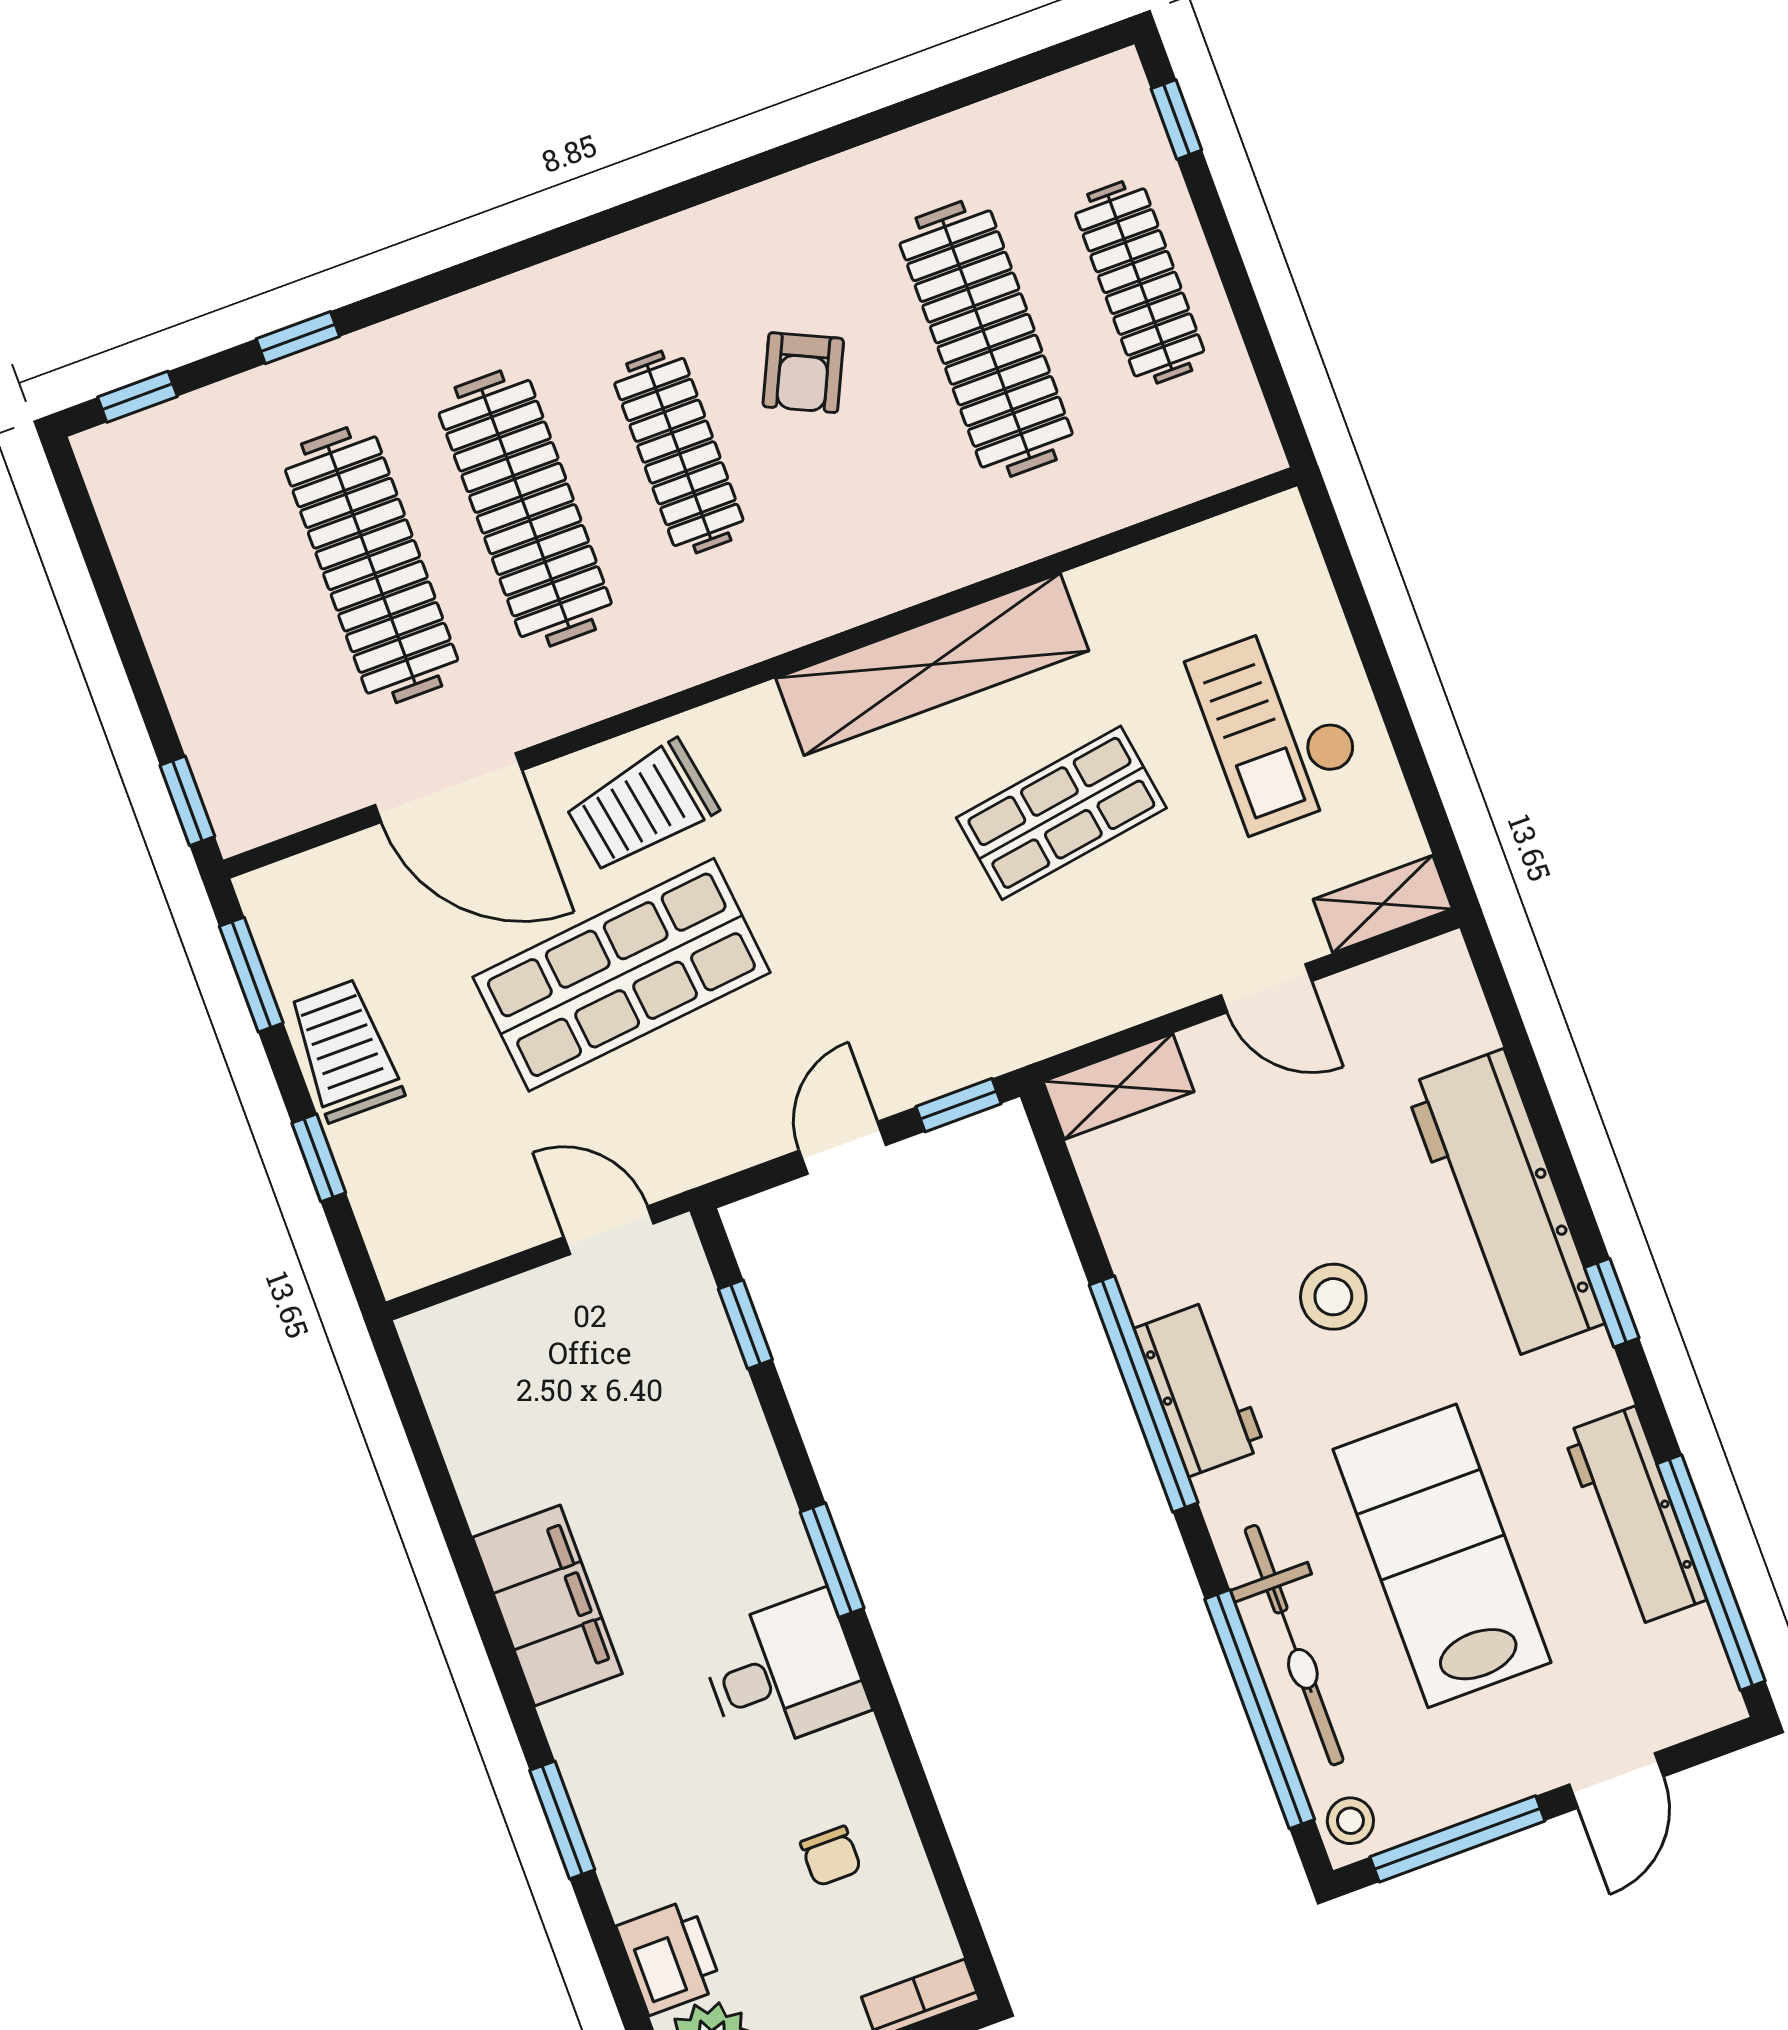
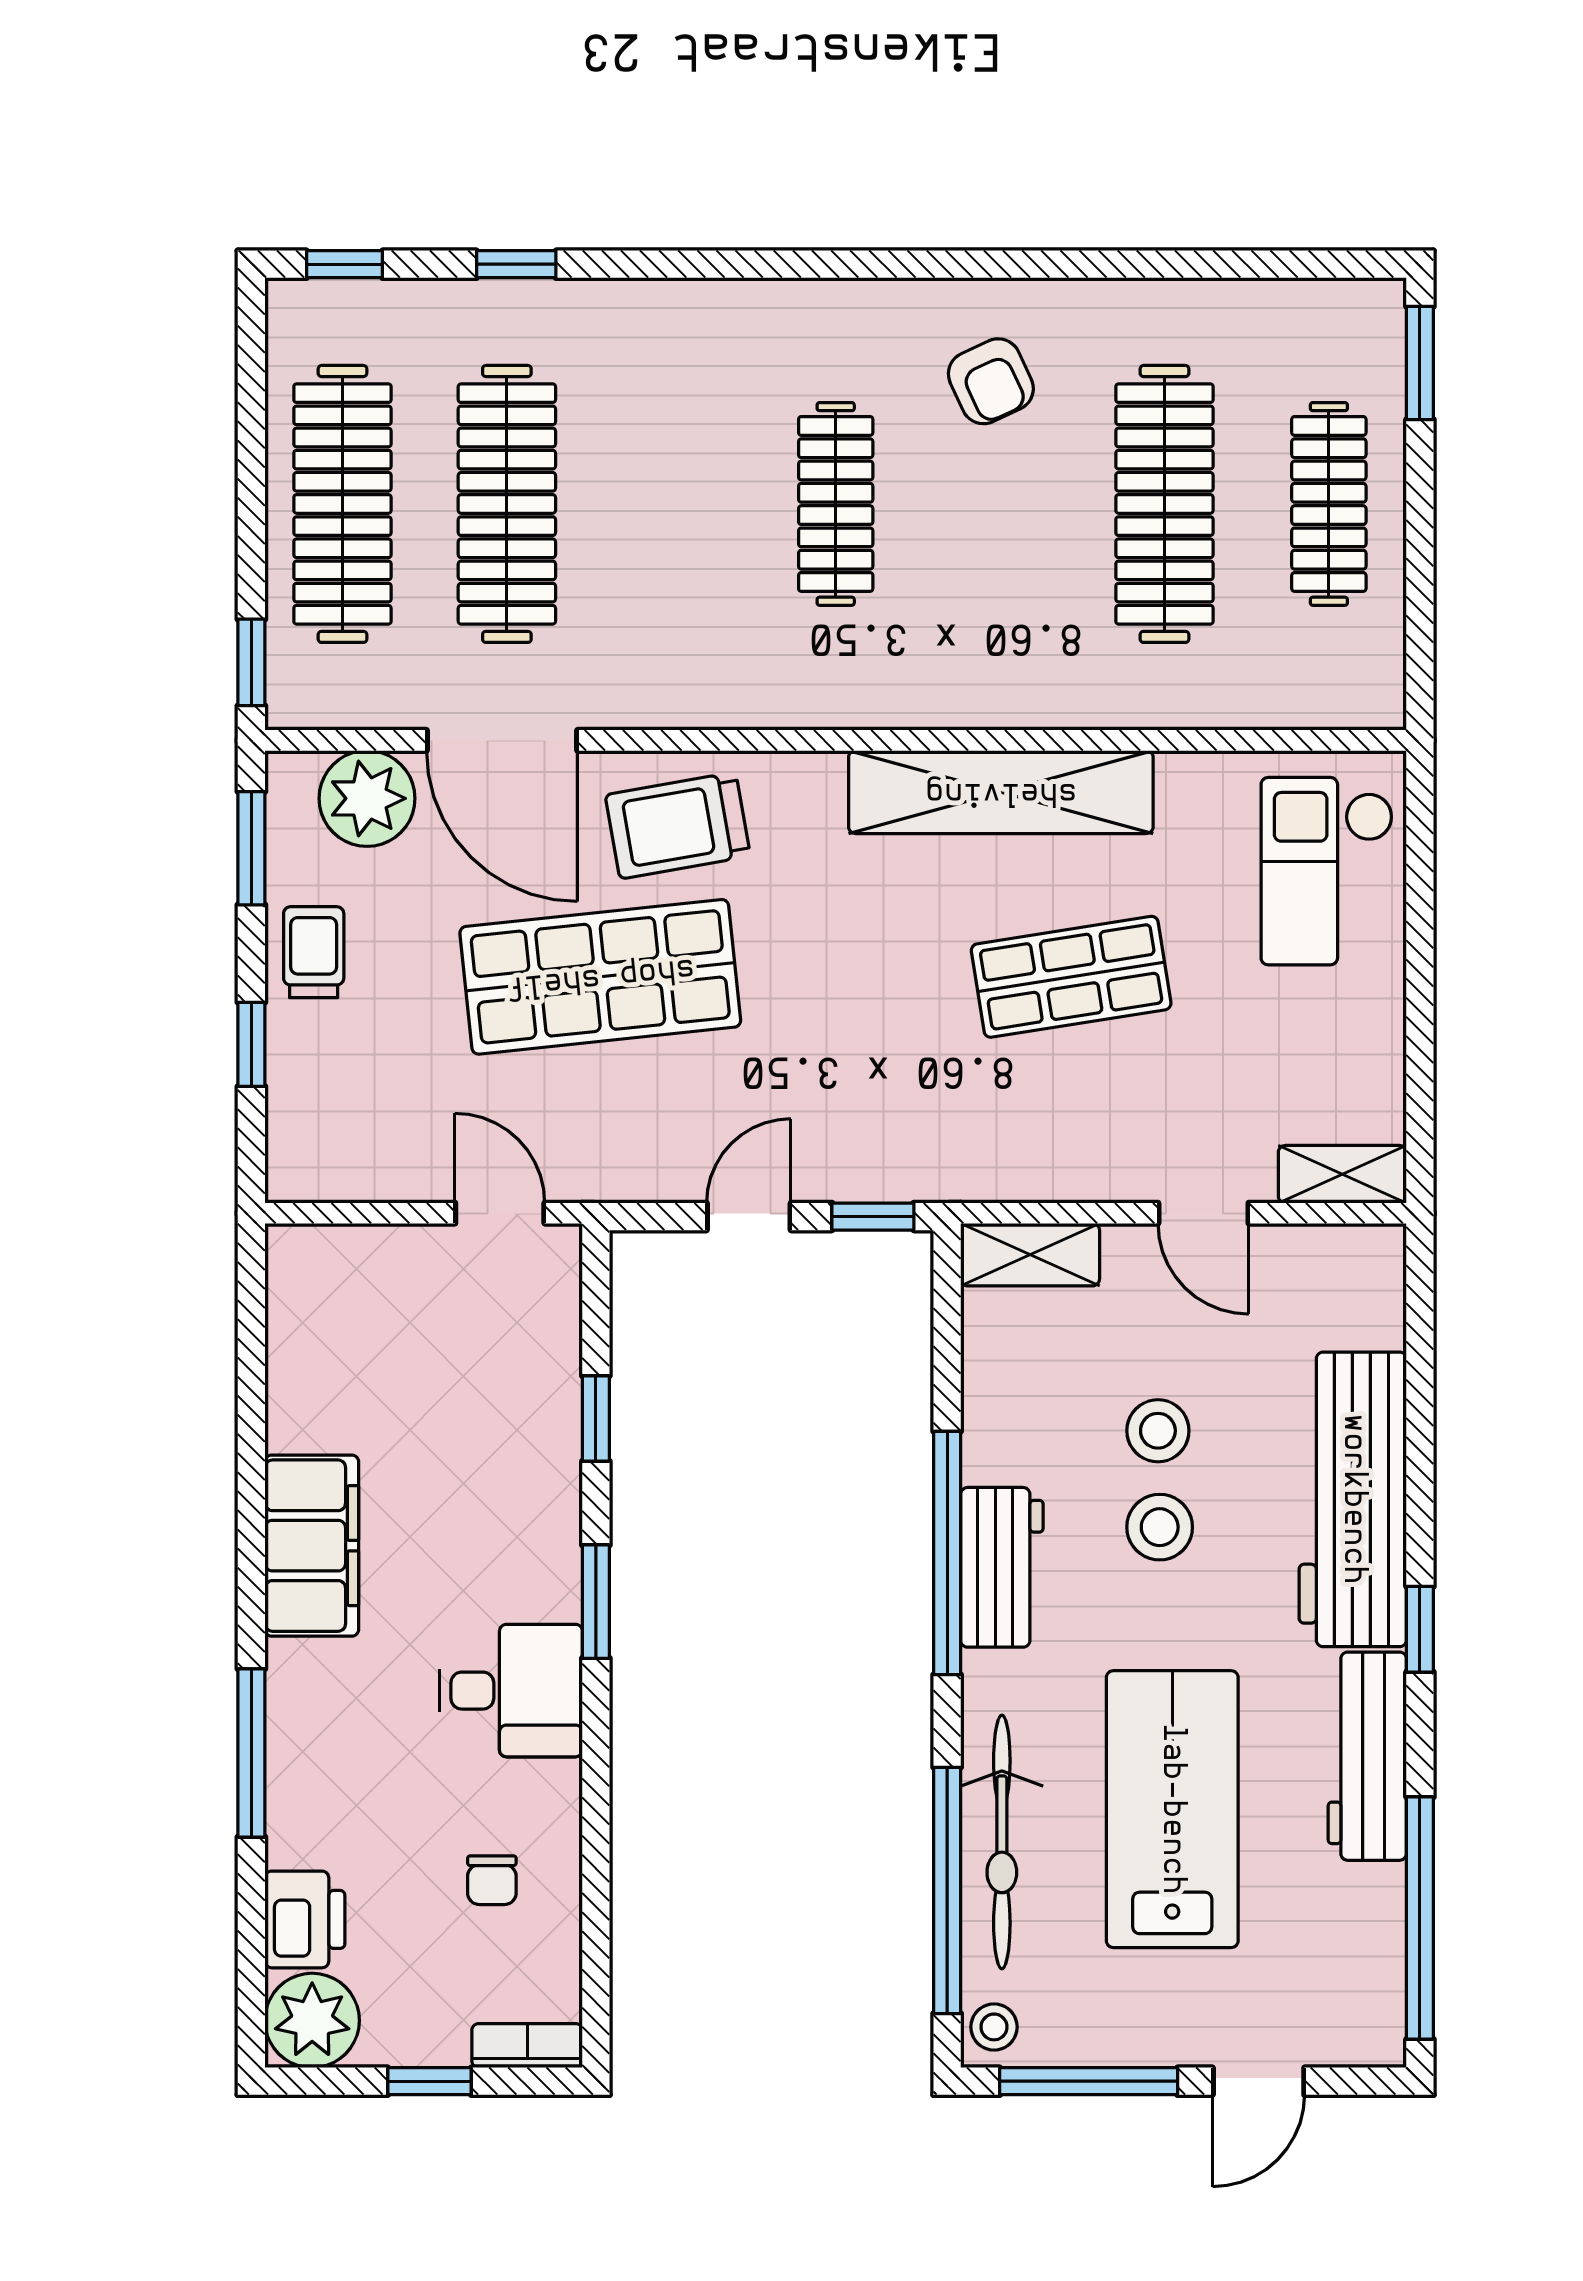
window: (1176, 119) -> (1420, 363), width x1.50
armchair: (803, 373) -> (991, 381), moved, turned -50
clothes rail: (525, 509) -> (342, 504), moved
checkout: (1278, 727) -> (1327, 871), moved
plant: (342, 888) -> (367, 798), added
trolley: (345, 1050) -> (314, 952), width x0.73, depth x0.72
stool: (1299, 1207) -> (1158, 1431), added
window: (745, 1324) -> (596, 1418), moved
workbench: (1635, 1516) -> (1367, 1756), moved
window: (562, 1820) -> (251, 1753), width x1.44

